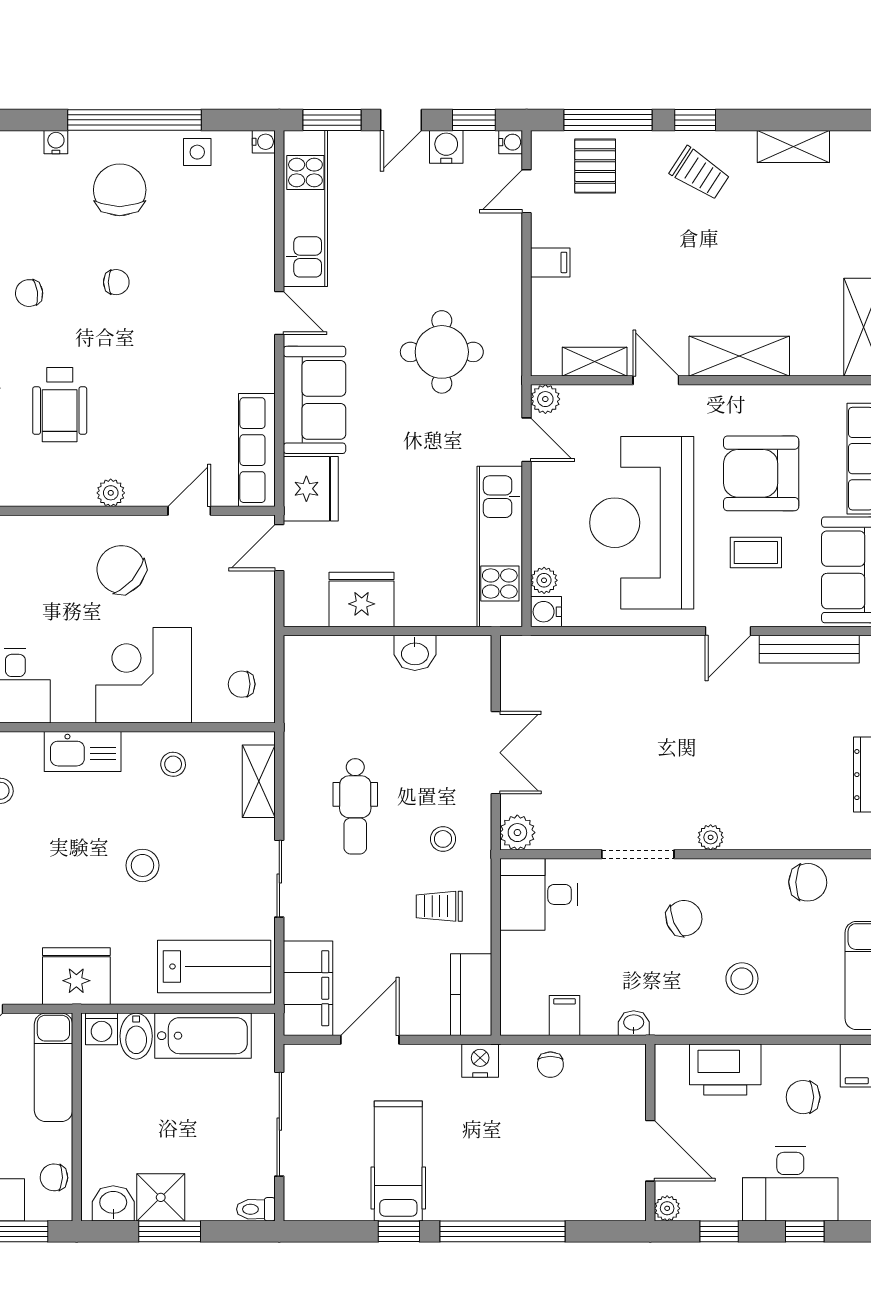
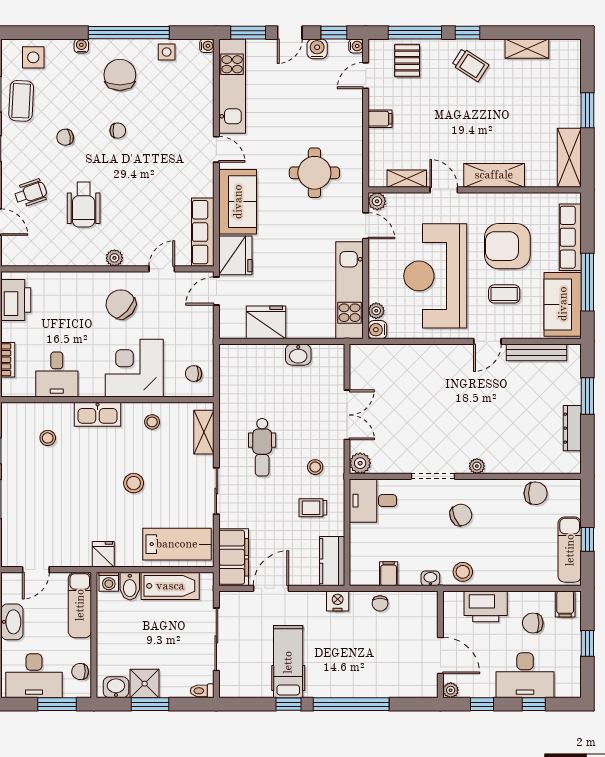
fridge: (76, 976) -> (103, 554), width x0.53, depth x0.75
stool: (742, 979) -> (463, 572), moved

